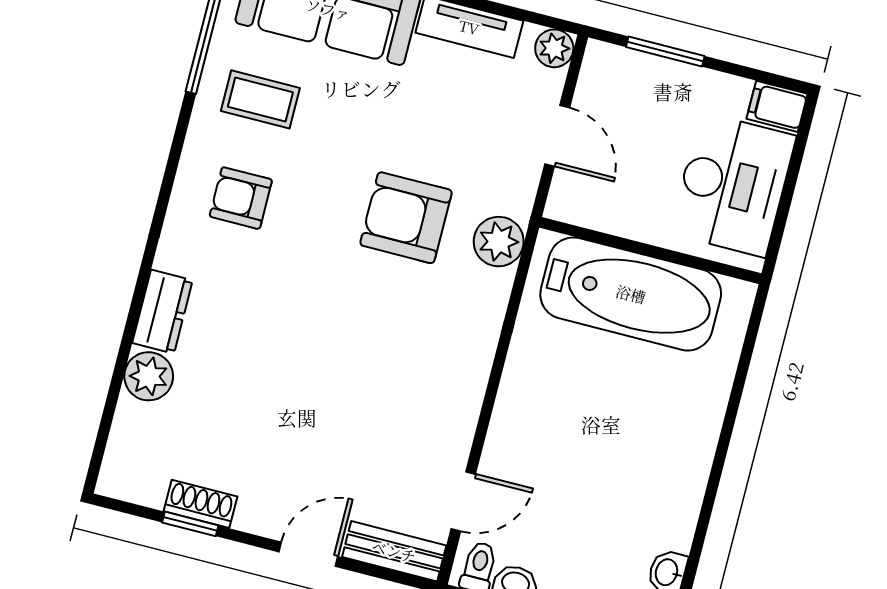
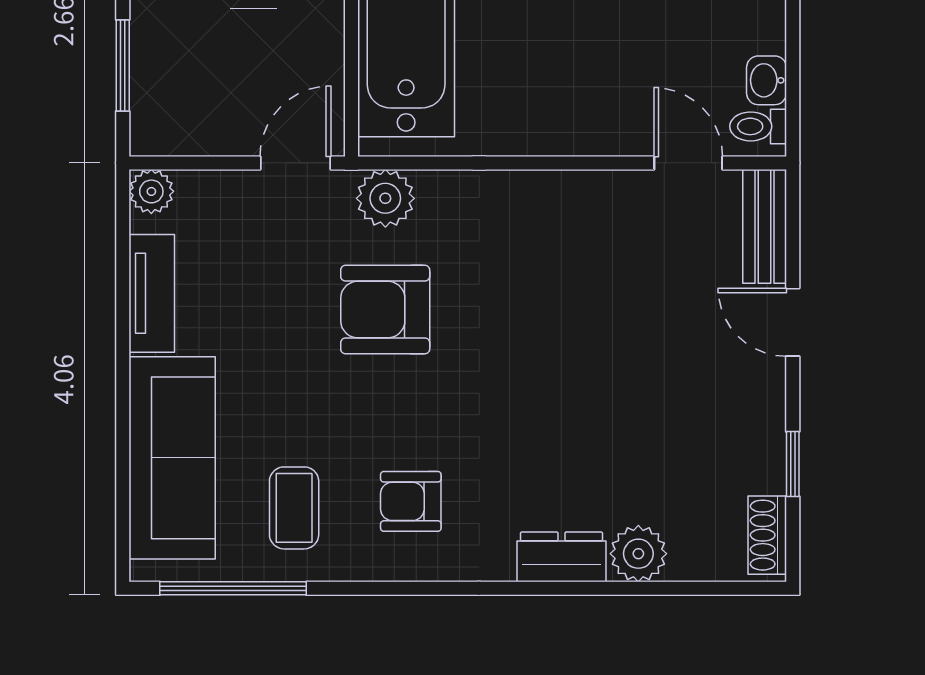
door: (557, 136) -> (295, 163), moved
armchair: (241, 198) -> (411, 501), turned 90
armchair: (406, 218) -> (385, 310), turned 90
shoe rack: (200, 504) -> (767, 535), moved

